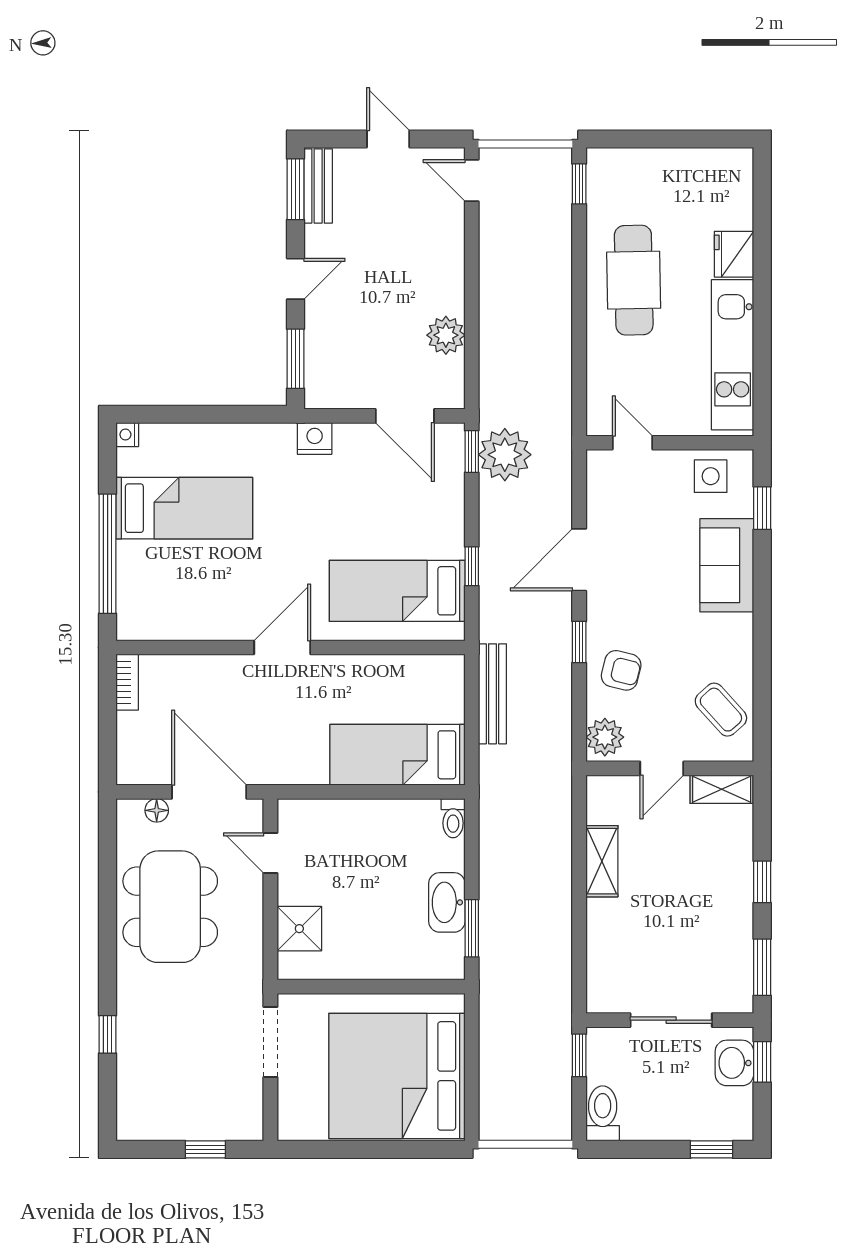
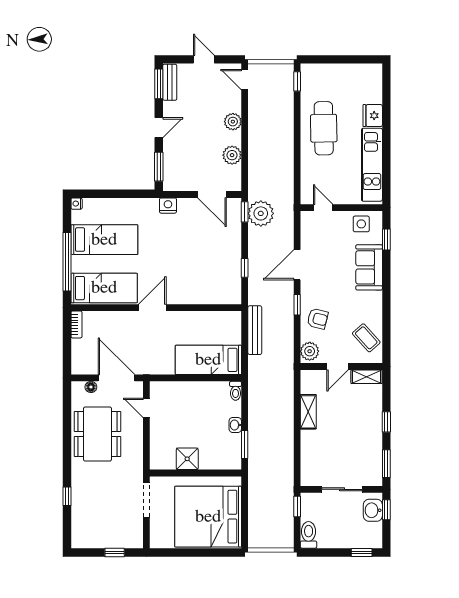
plant: (447, 266) -> (233, 122), added
bed: (397, 591) -> (104, 288), moved, turned 180
washbasin: (447, 902) -> (235, 425), width x0.52, depth x0.69
shower: (299, 929) -> (187, 459), moved

